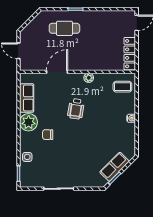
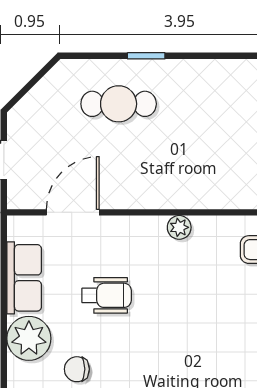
door: (57, 72) -> (73, 212), moved
wheelchair: (76, 109) -> (107, 295), moved, turned -99

